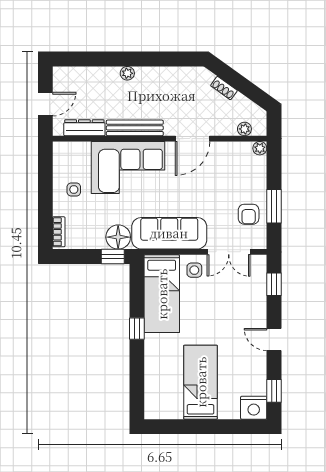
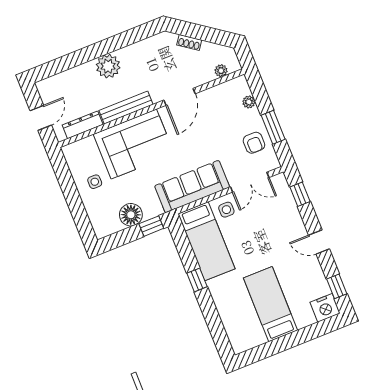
plant: (127, 73) -> (108, 66), width x1.87, depth x1.87
plant: (260, 148) -> (249, 102), moved
bookcase: (59, 232) -> (96, 223), removed
floor lamp: (118, 237) -> (131, 215), moved

